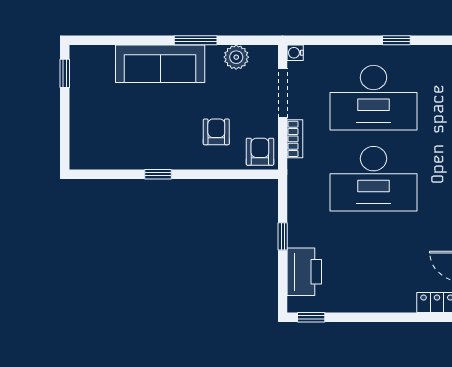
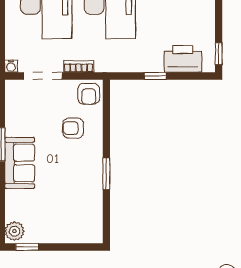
plant: (236, 57) -> (14, 231), moved
sofa: (160, 64) -> (20, 163), width x0.73
armchair: (260, 152) -> (89, 94), turned -90
window: (158, 174) -> (106, 174), width x1.50

